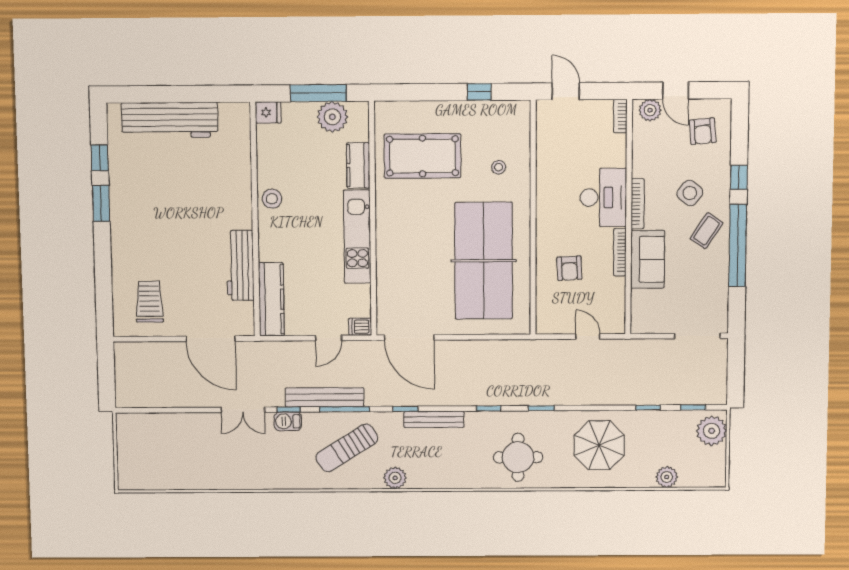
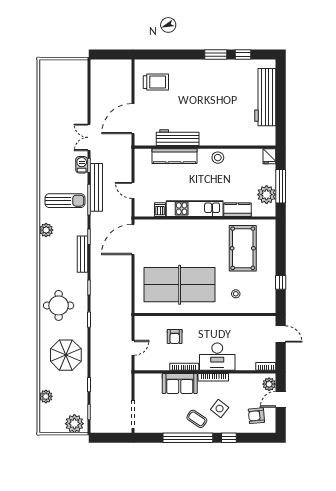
door: (566, 91) -> (281, 334), hinge flipped
armchair: (569, 268) -> (175, 336), turned -87
kitchen counter: (271, 299) -> (175, 156), moved
dishwasher: (360, 327) -> (160, 210), moved
sun lounger: (347, 448) -> (65, 201), turned 122

